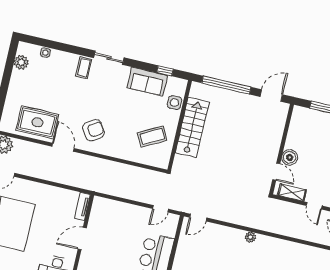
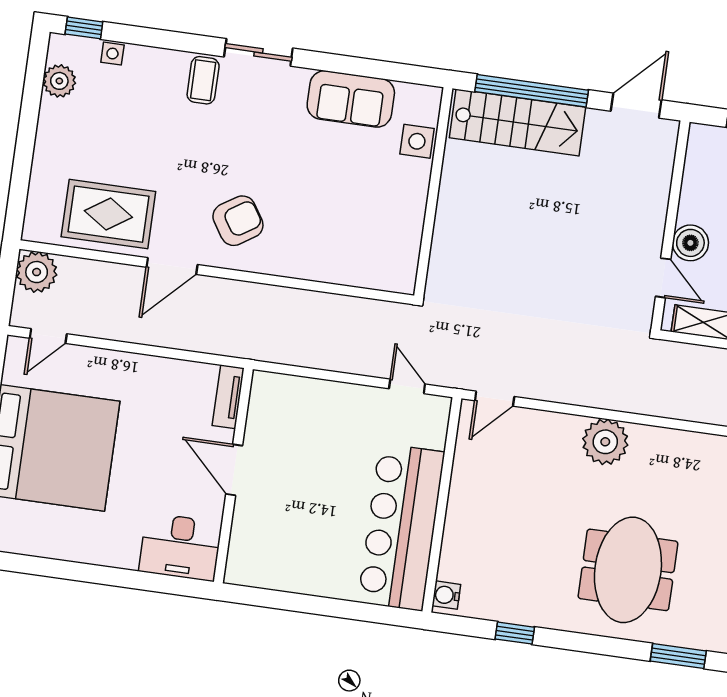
window: (165, 71) -> (84, 28), moved
stairs: (192, 127) -> (517, 123), moved, turned 90
coffee table: (152, 137) -> (373, 223), removed
door: (63, 147) -> (172, 266), swing flipped
door: (161, 209) -> (407, 386), swing flipped
plant: (250, 237) -> (605, 442), width x1.88, depth x1.88
door: (82, 239) -> (234, 470), hinge flipped

